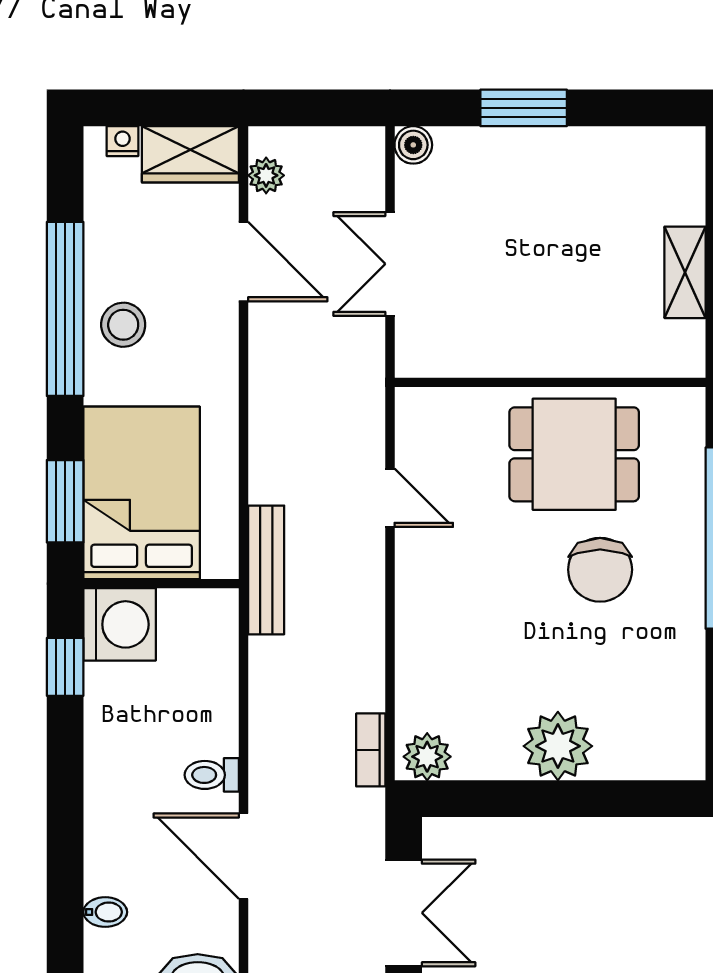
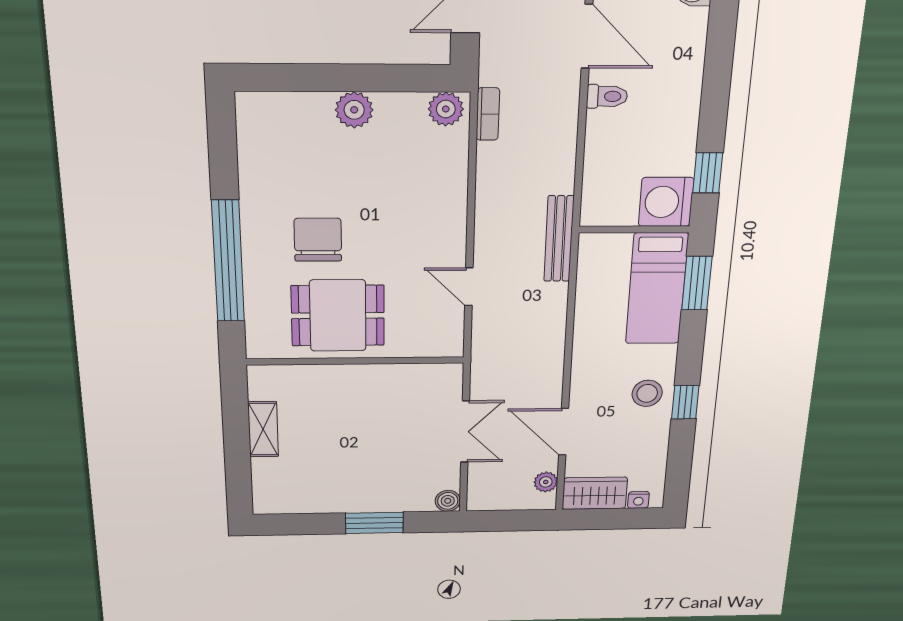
window: (65, 309) -> (685, 402), width x0.32
bed: (142, 493) -> (657, 289), width x0.67
plant: (558, 746) -> (354, 110), width x0.73, depth x0.73

